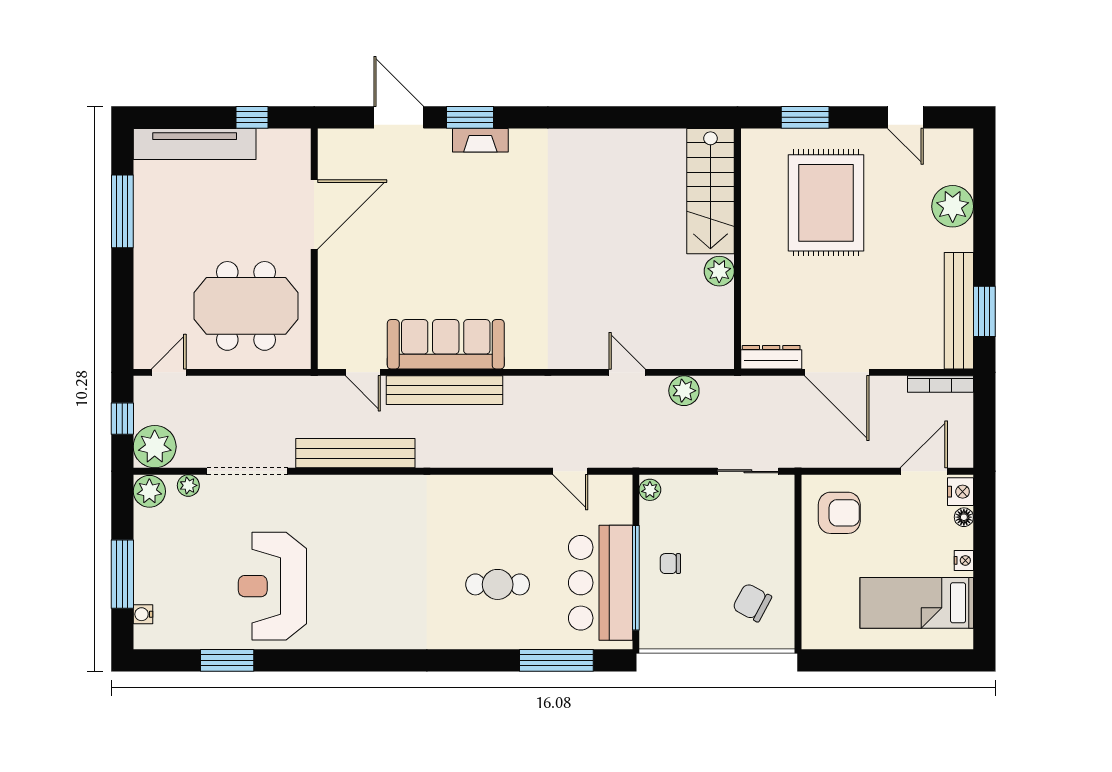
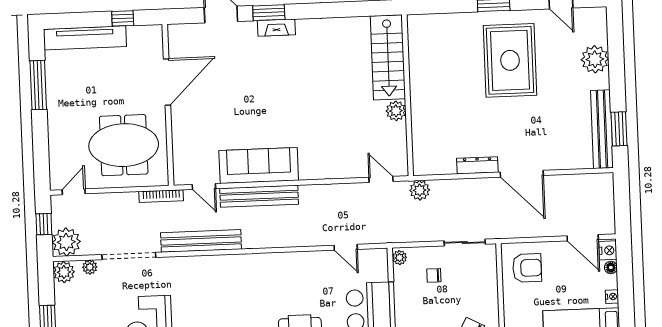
stairs: (710, 191) -> (388, 57), moved
wall: (738, 249) -> (408, 95), moved
plant: (719, 271) -> (396, 111), moved
bookcase: (940, 384) -> (161, 196), moved
door: (924, 471) -> (583, 238), swing flipped
chair: (670, 564) -> (434, 275), moved

